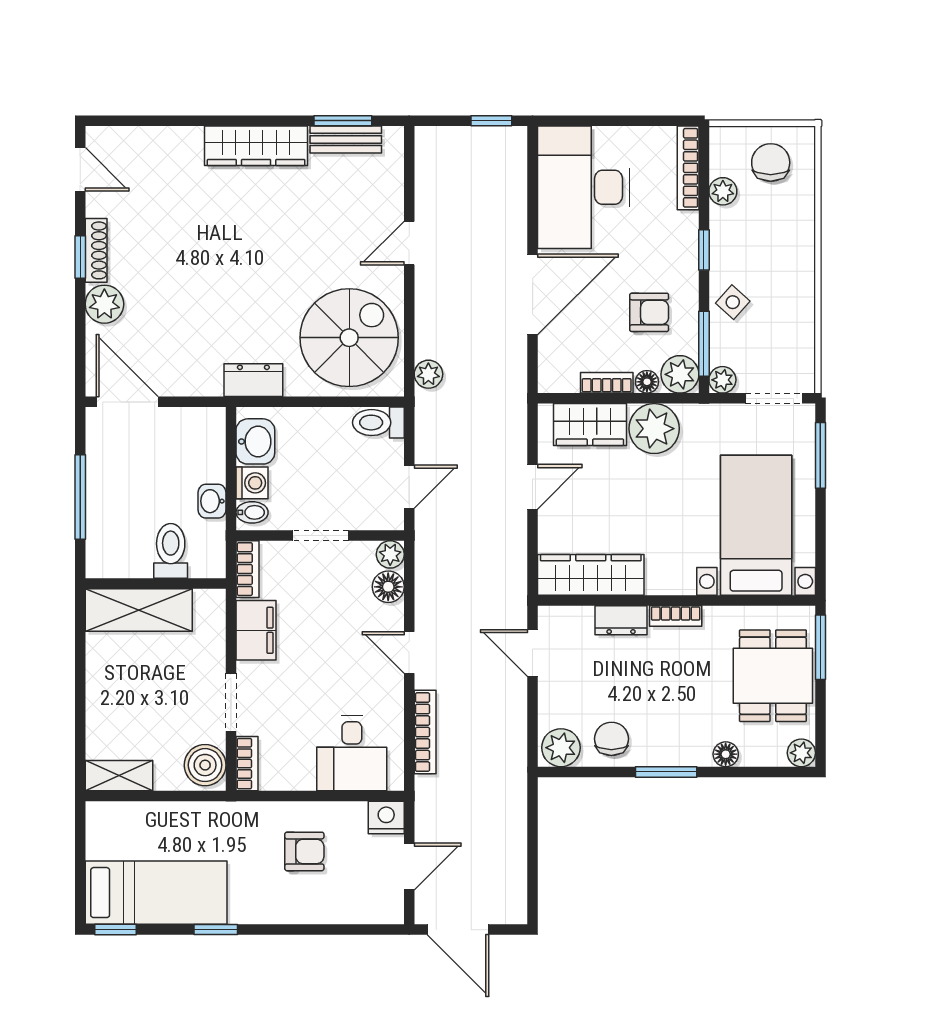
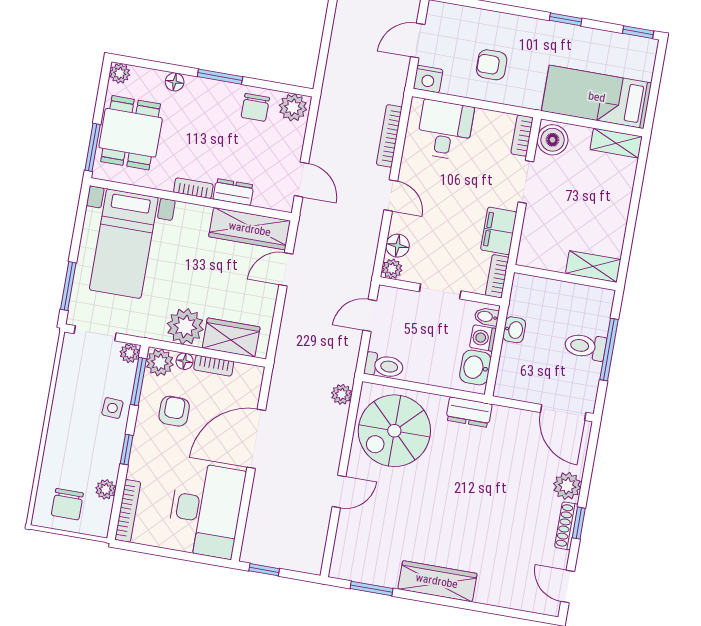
bench: (346, 139) -> (372, 575), removed
side table: (733, 302) -> (112, 408), turned -38
armchair: (649, 312) -> (174, 411), turned 90
door: (533, 487) -> (286, 269), moved
toilet: (171, 551) -> (585, 346), moved, turned 90
shelving: (139, 610) -> (593, 267), width x0.67, depth x0.75
bed: (156, 893) -> (597, 97), moved

